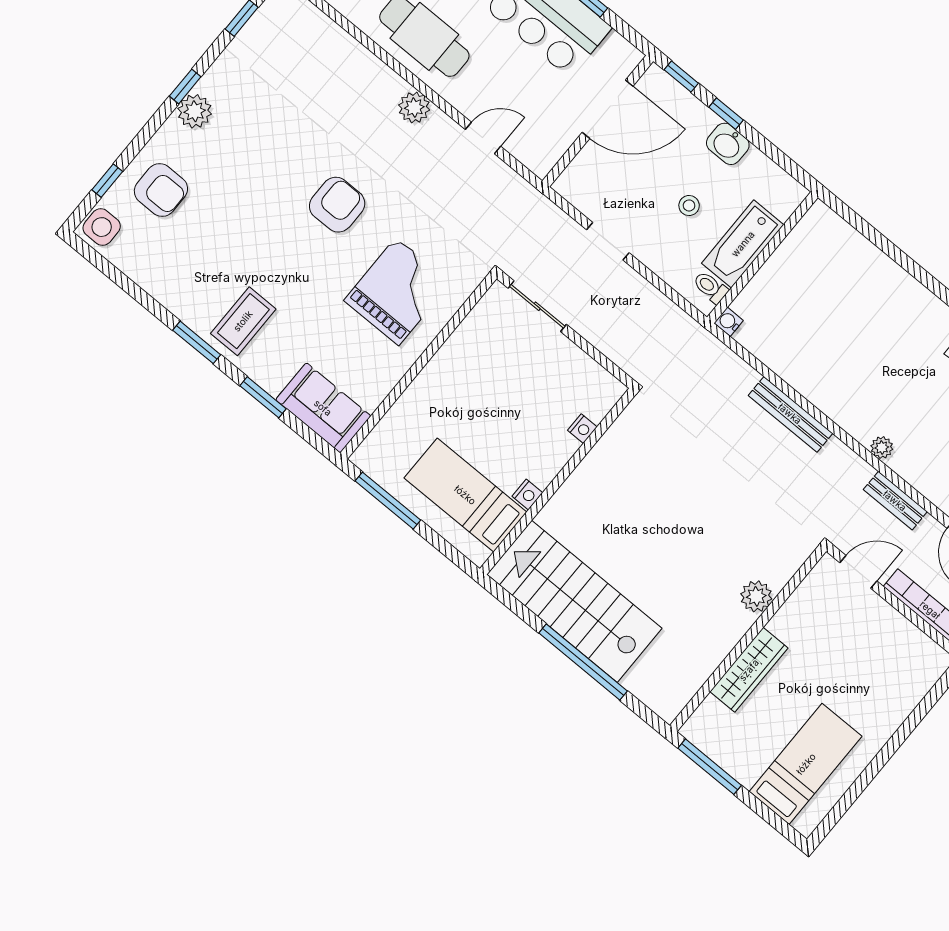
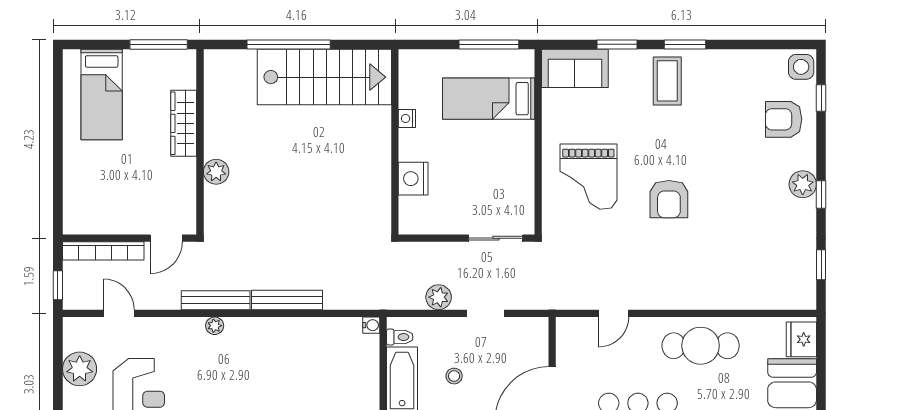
plant: (414, 107) -> (439, 297), moved
nightstand: (582, 429) -> (413, 179), width x1.89, depth x1.79
bed: (465, 495) -> (489, 99), moved, turned 180
bench: (895, 501) -> (216, 300), moved, width x1.36

